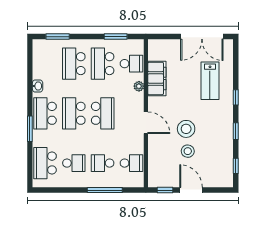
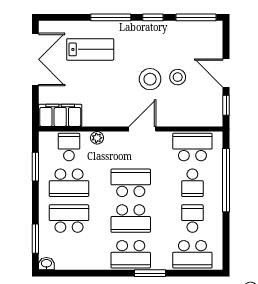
school desk: (74, 64) -> (69, 219), turned 180
filing cabinet: (157, 78) -> (60, 115), moved
washbasin: (38, 86) -> (46, 264), moved
window: (236, 97) -> (111, 17), width x2.17
school desk: (131, 163) -> (192, 147), width x1.85
window: (236, 166) -> (196, 17), width x2.17
window: (105, 190) -> (226, 180), width x1.46
door: (191, 190) -> (226, 73), hinge flipped

